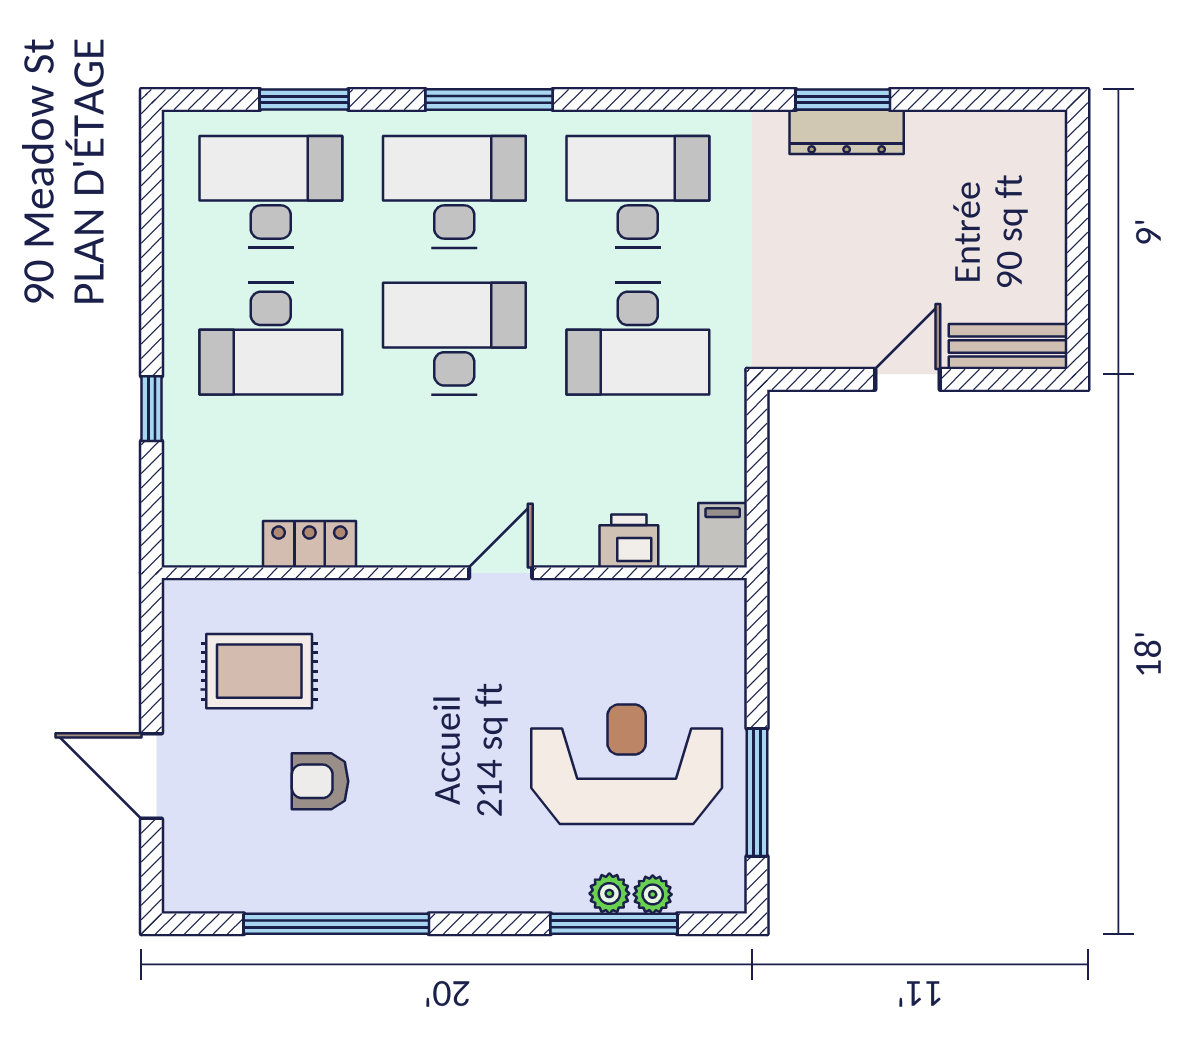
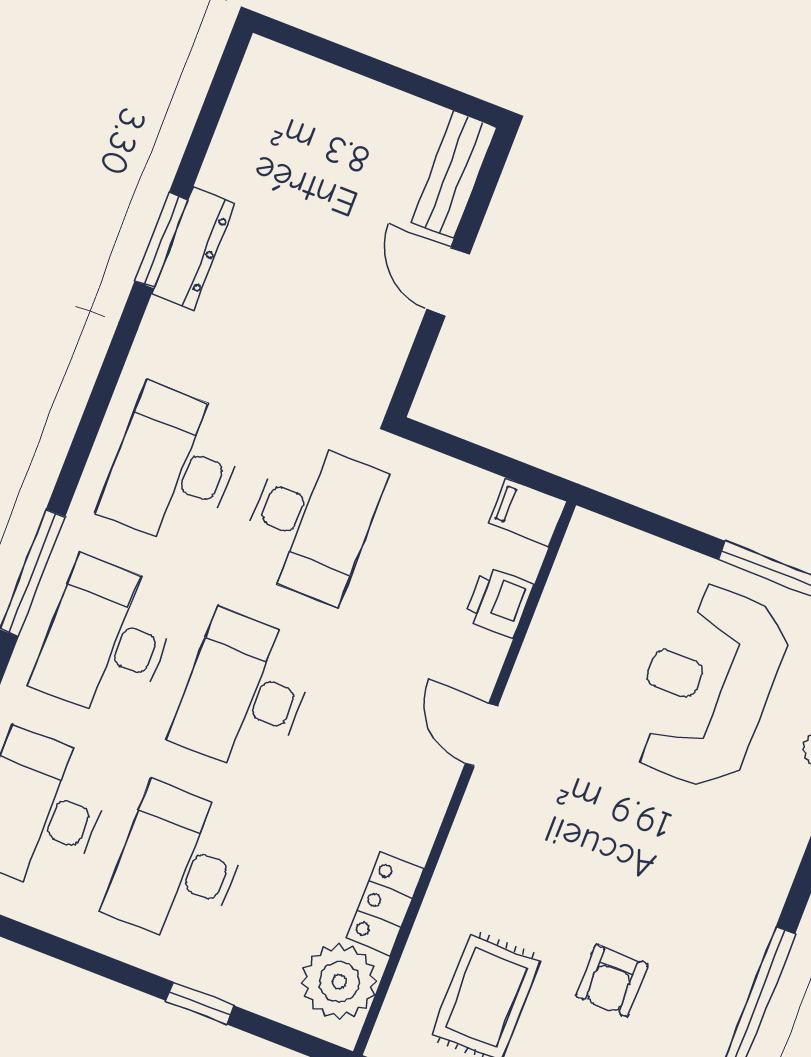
desk: (271, 339) -> (178, 865), turned 180
plant: (221, 530) -> (339, 982), added

